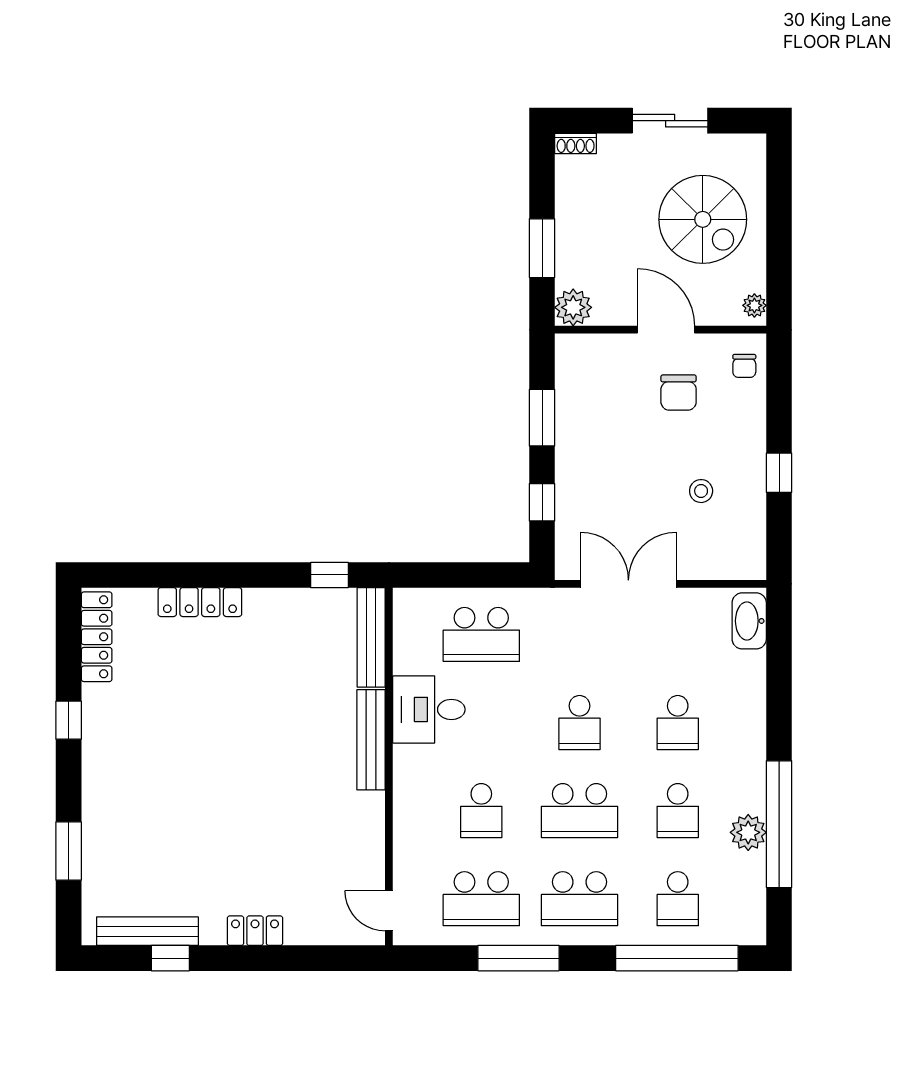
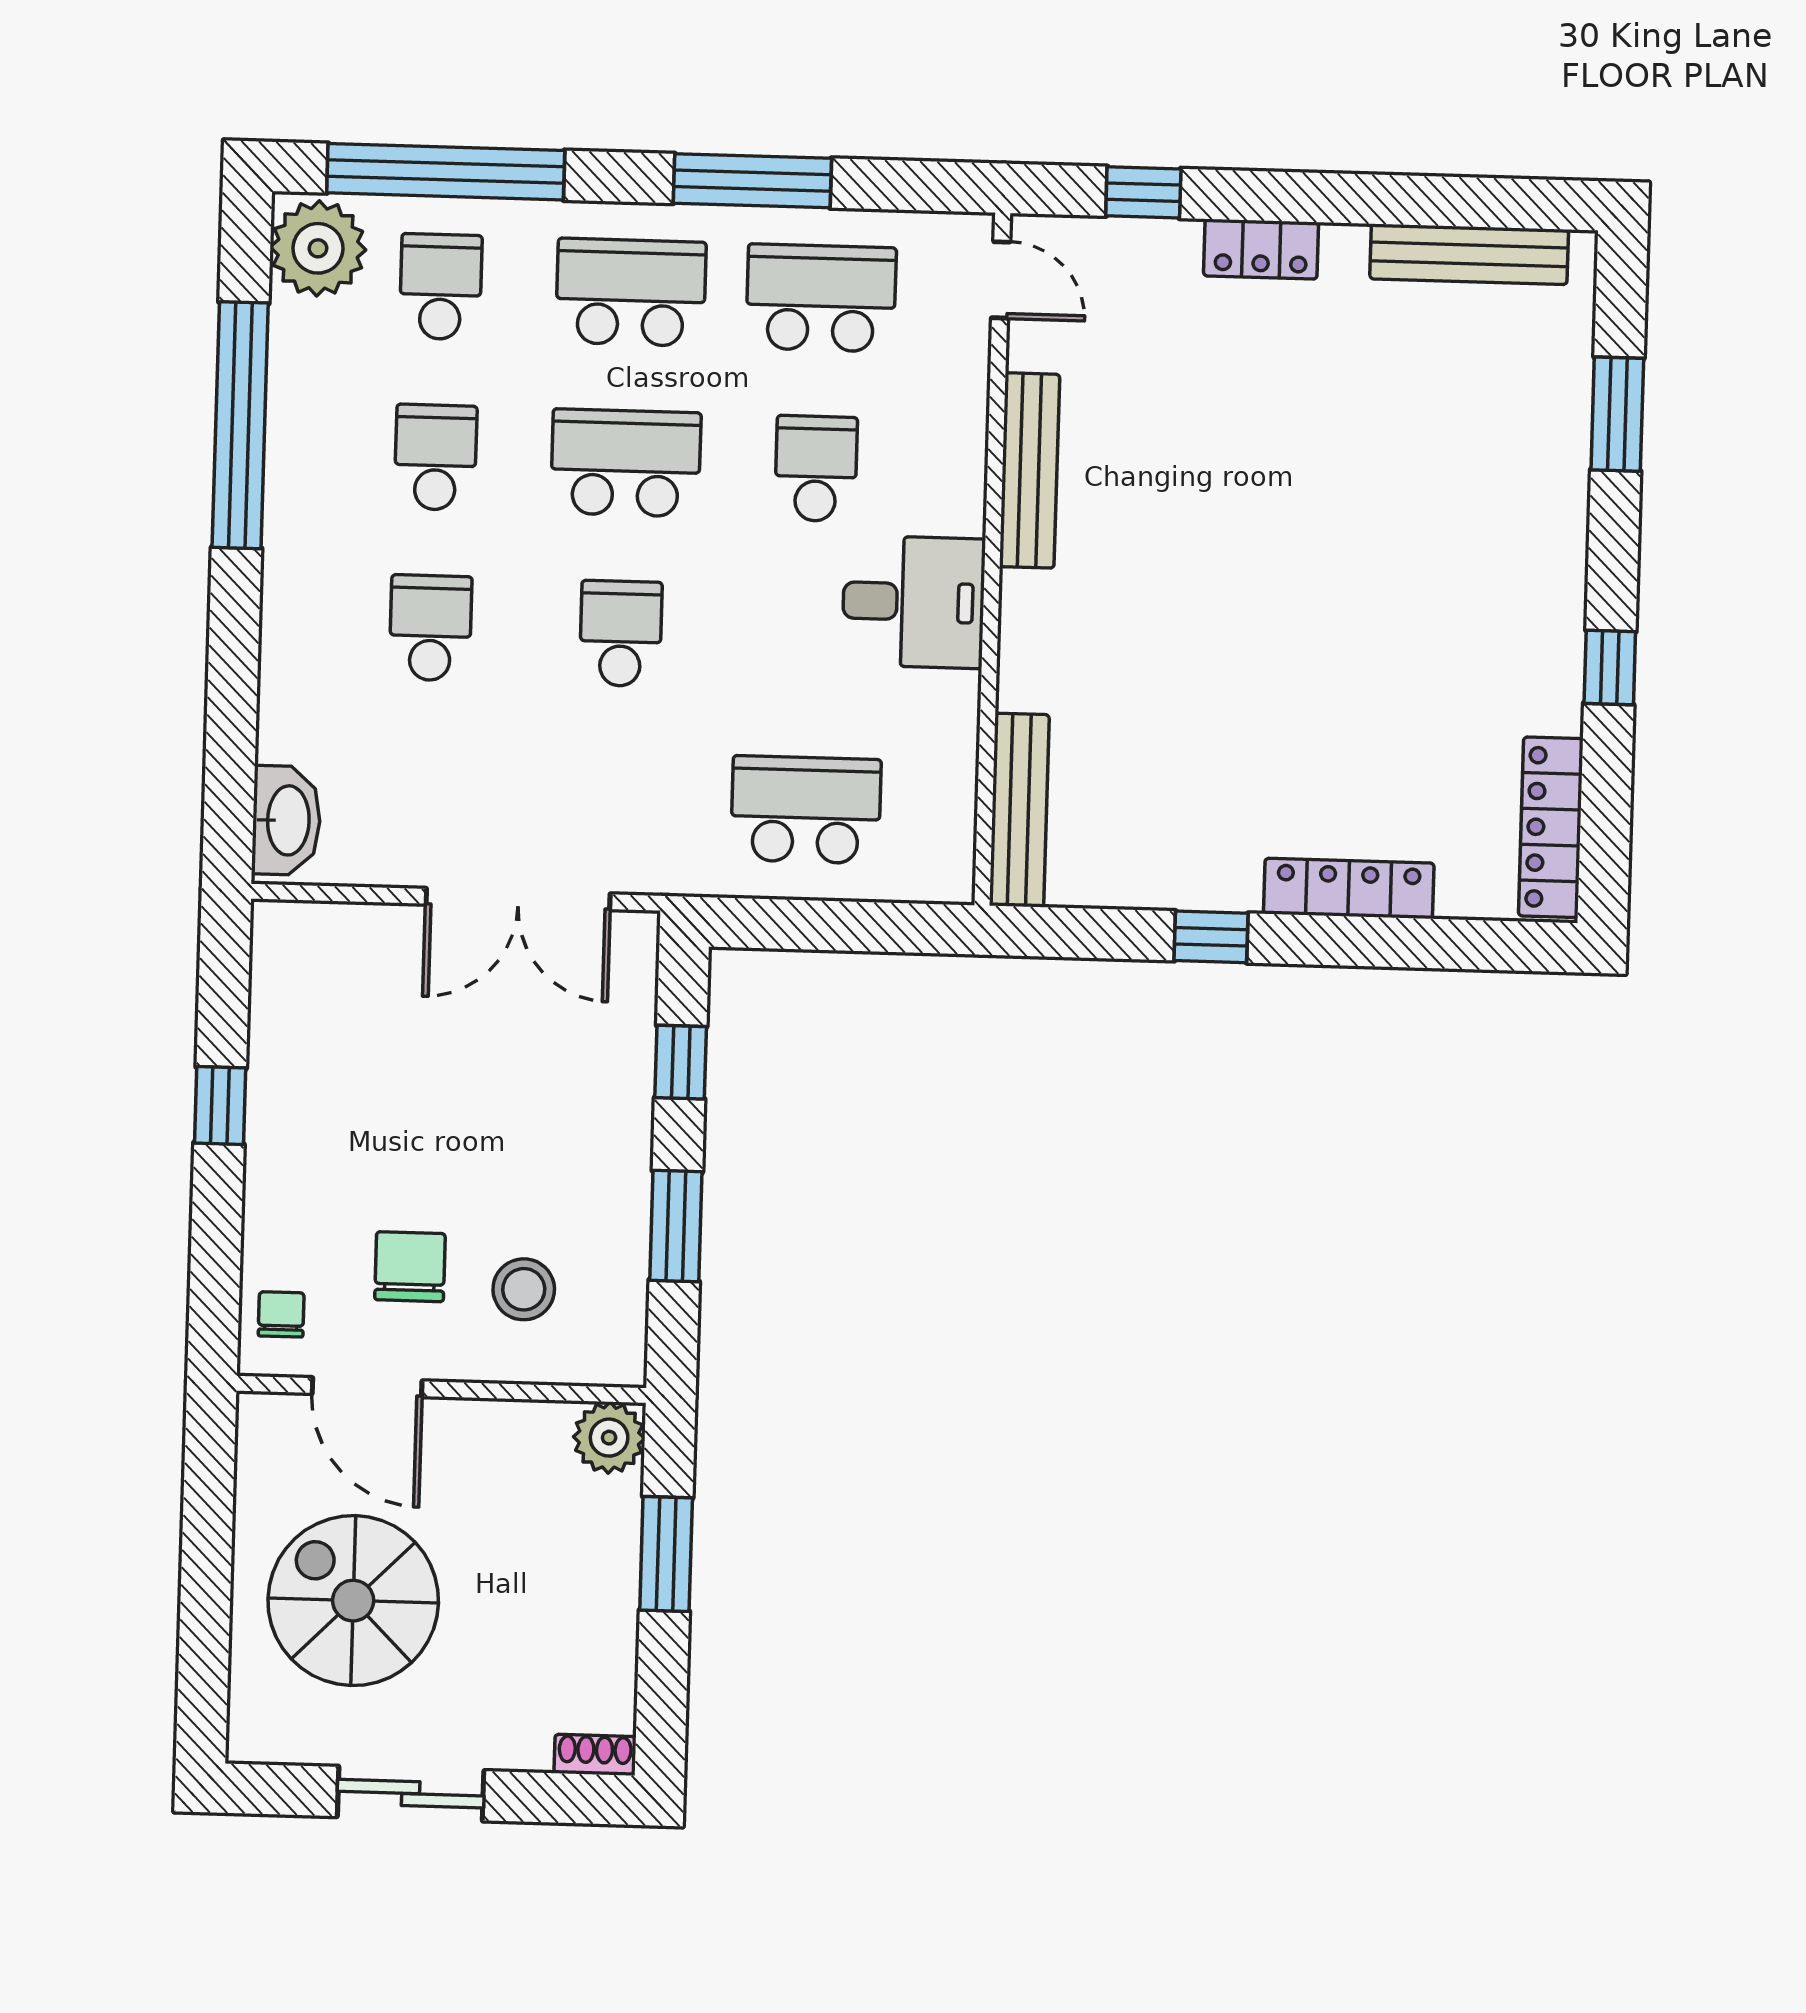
plant: (754, 305) -> (258, 1431), removed
door: (666, 330) -> (367, 1387), moved
stool: (701, 491) -> (524, 1289), moved, width x1.37, depth x1.37
window: (329, 575) -> (1211, 937), moved
desk: (429, 709) -> (914, 602), moved
bench: (371, 740) -> (1030, 470), moved
plant: (748, 832) -> (318, 248), moved, width x1.36, depth x1.36
window: (170, 958) -> (1143, 192), moved

